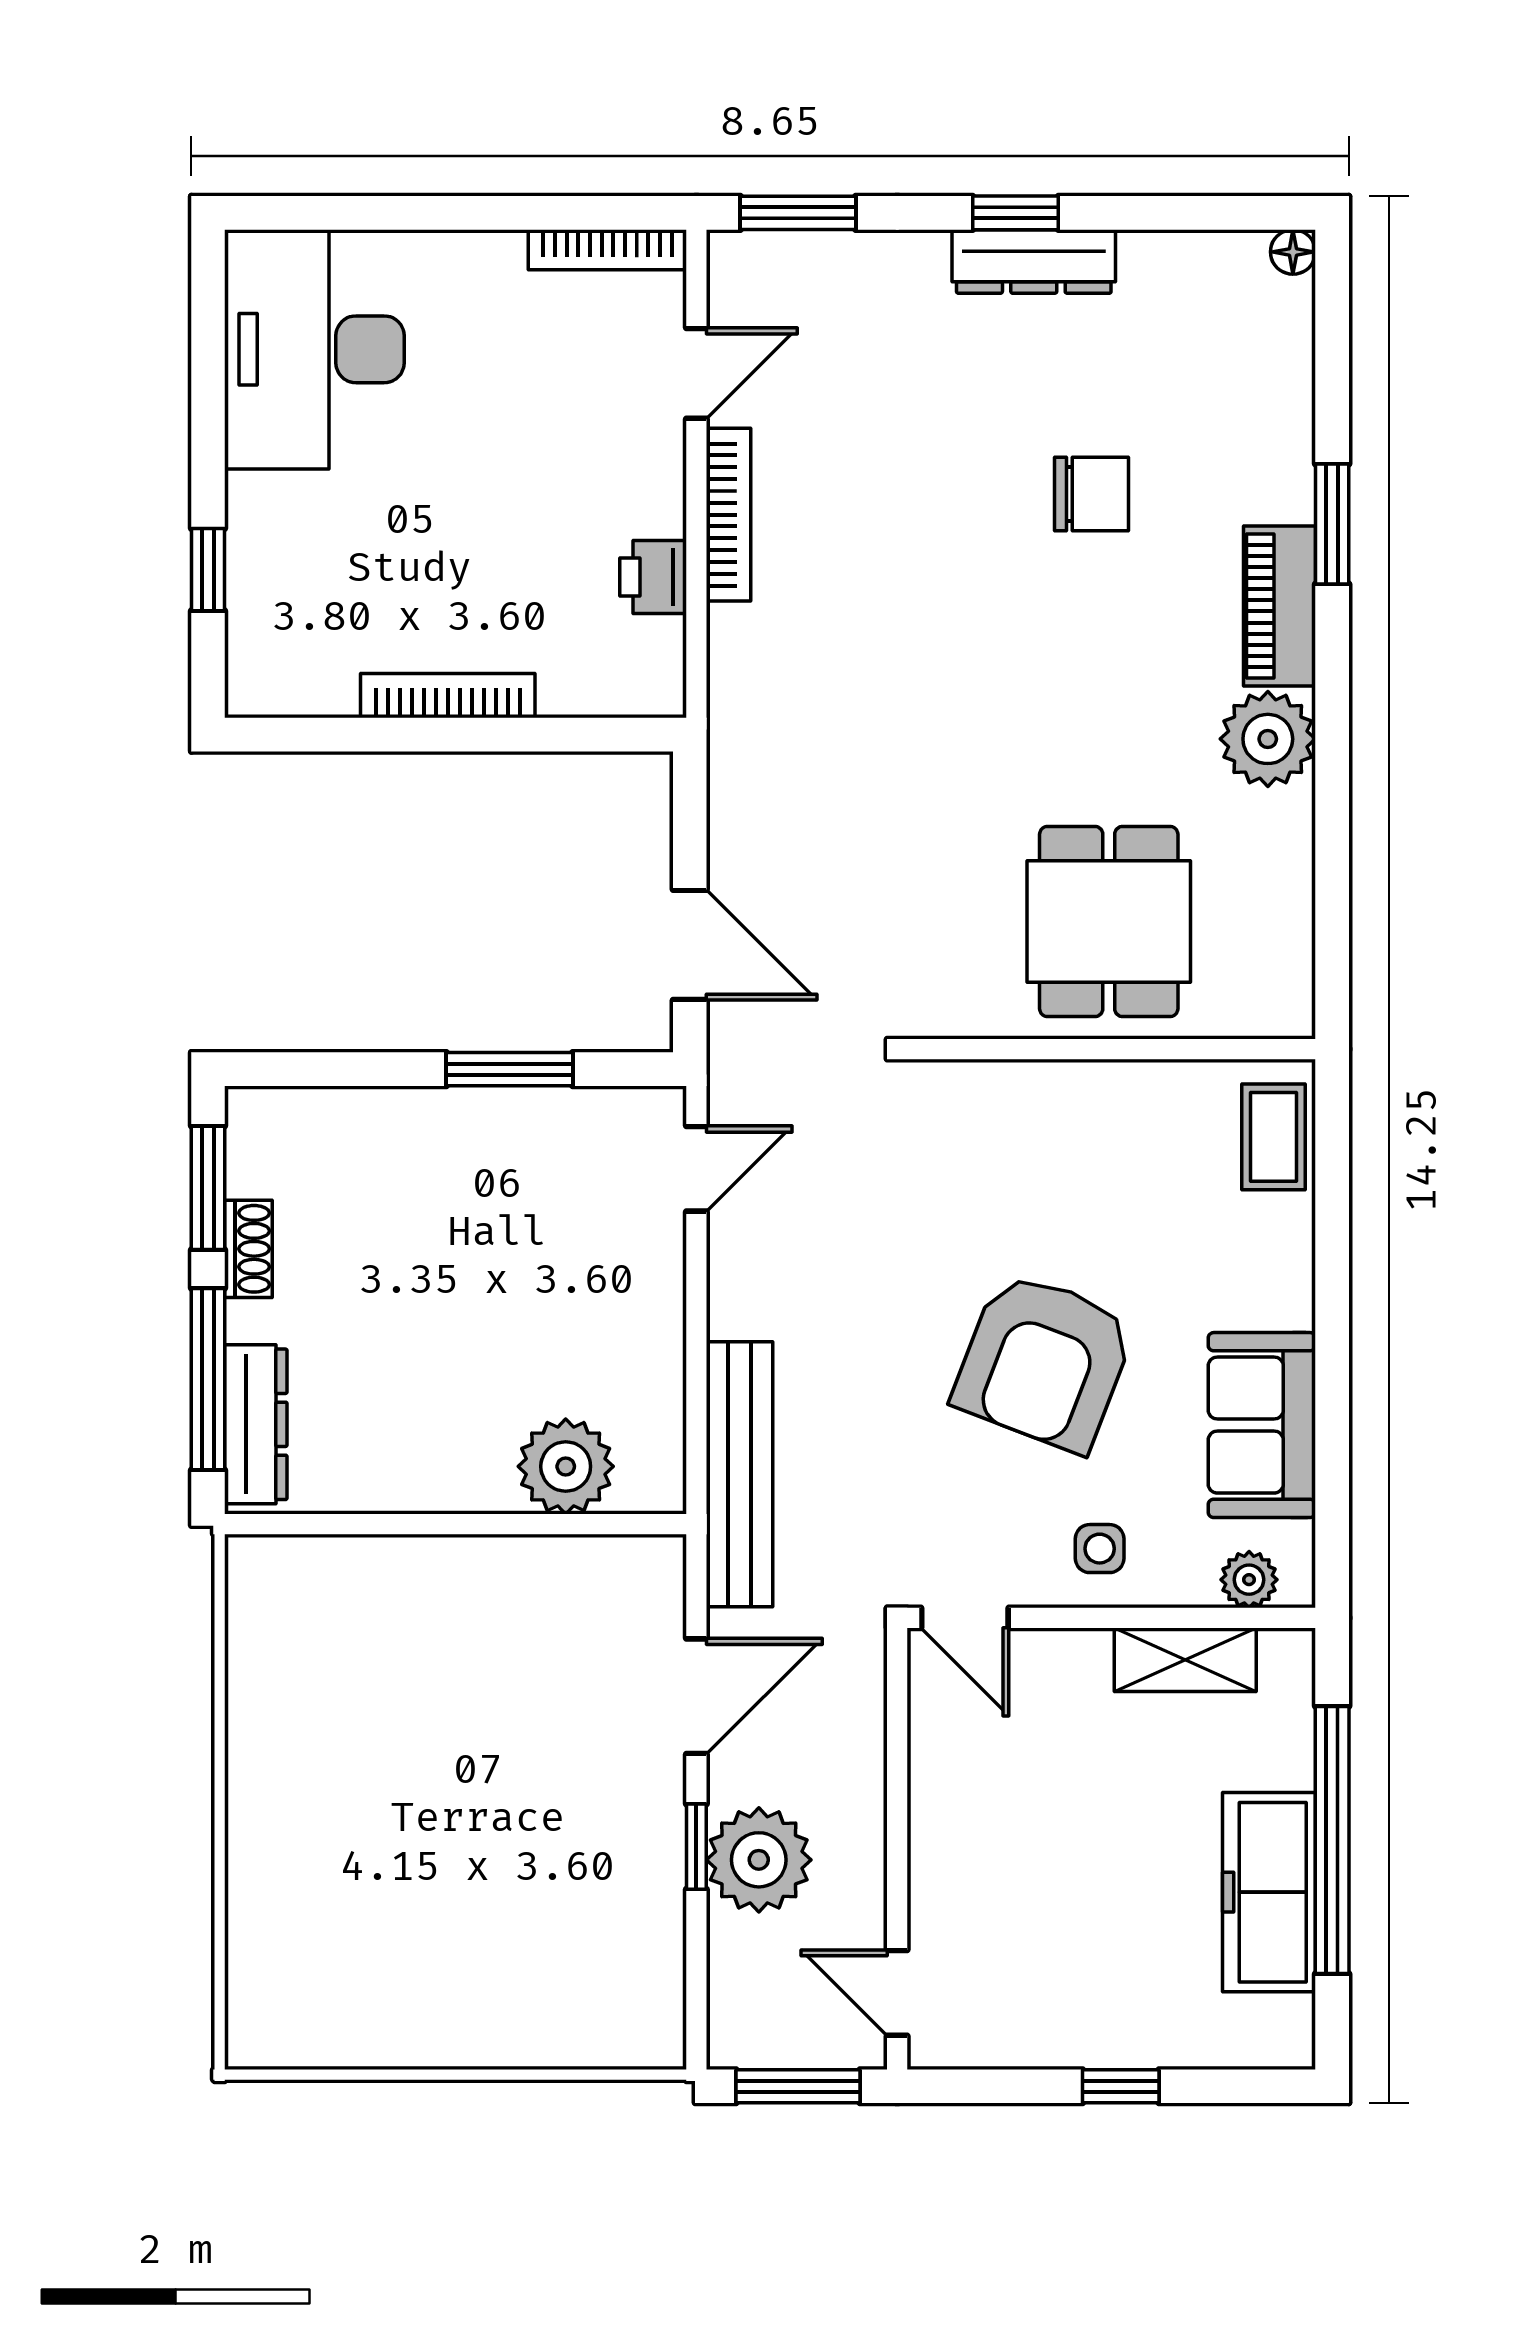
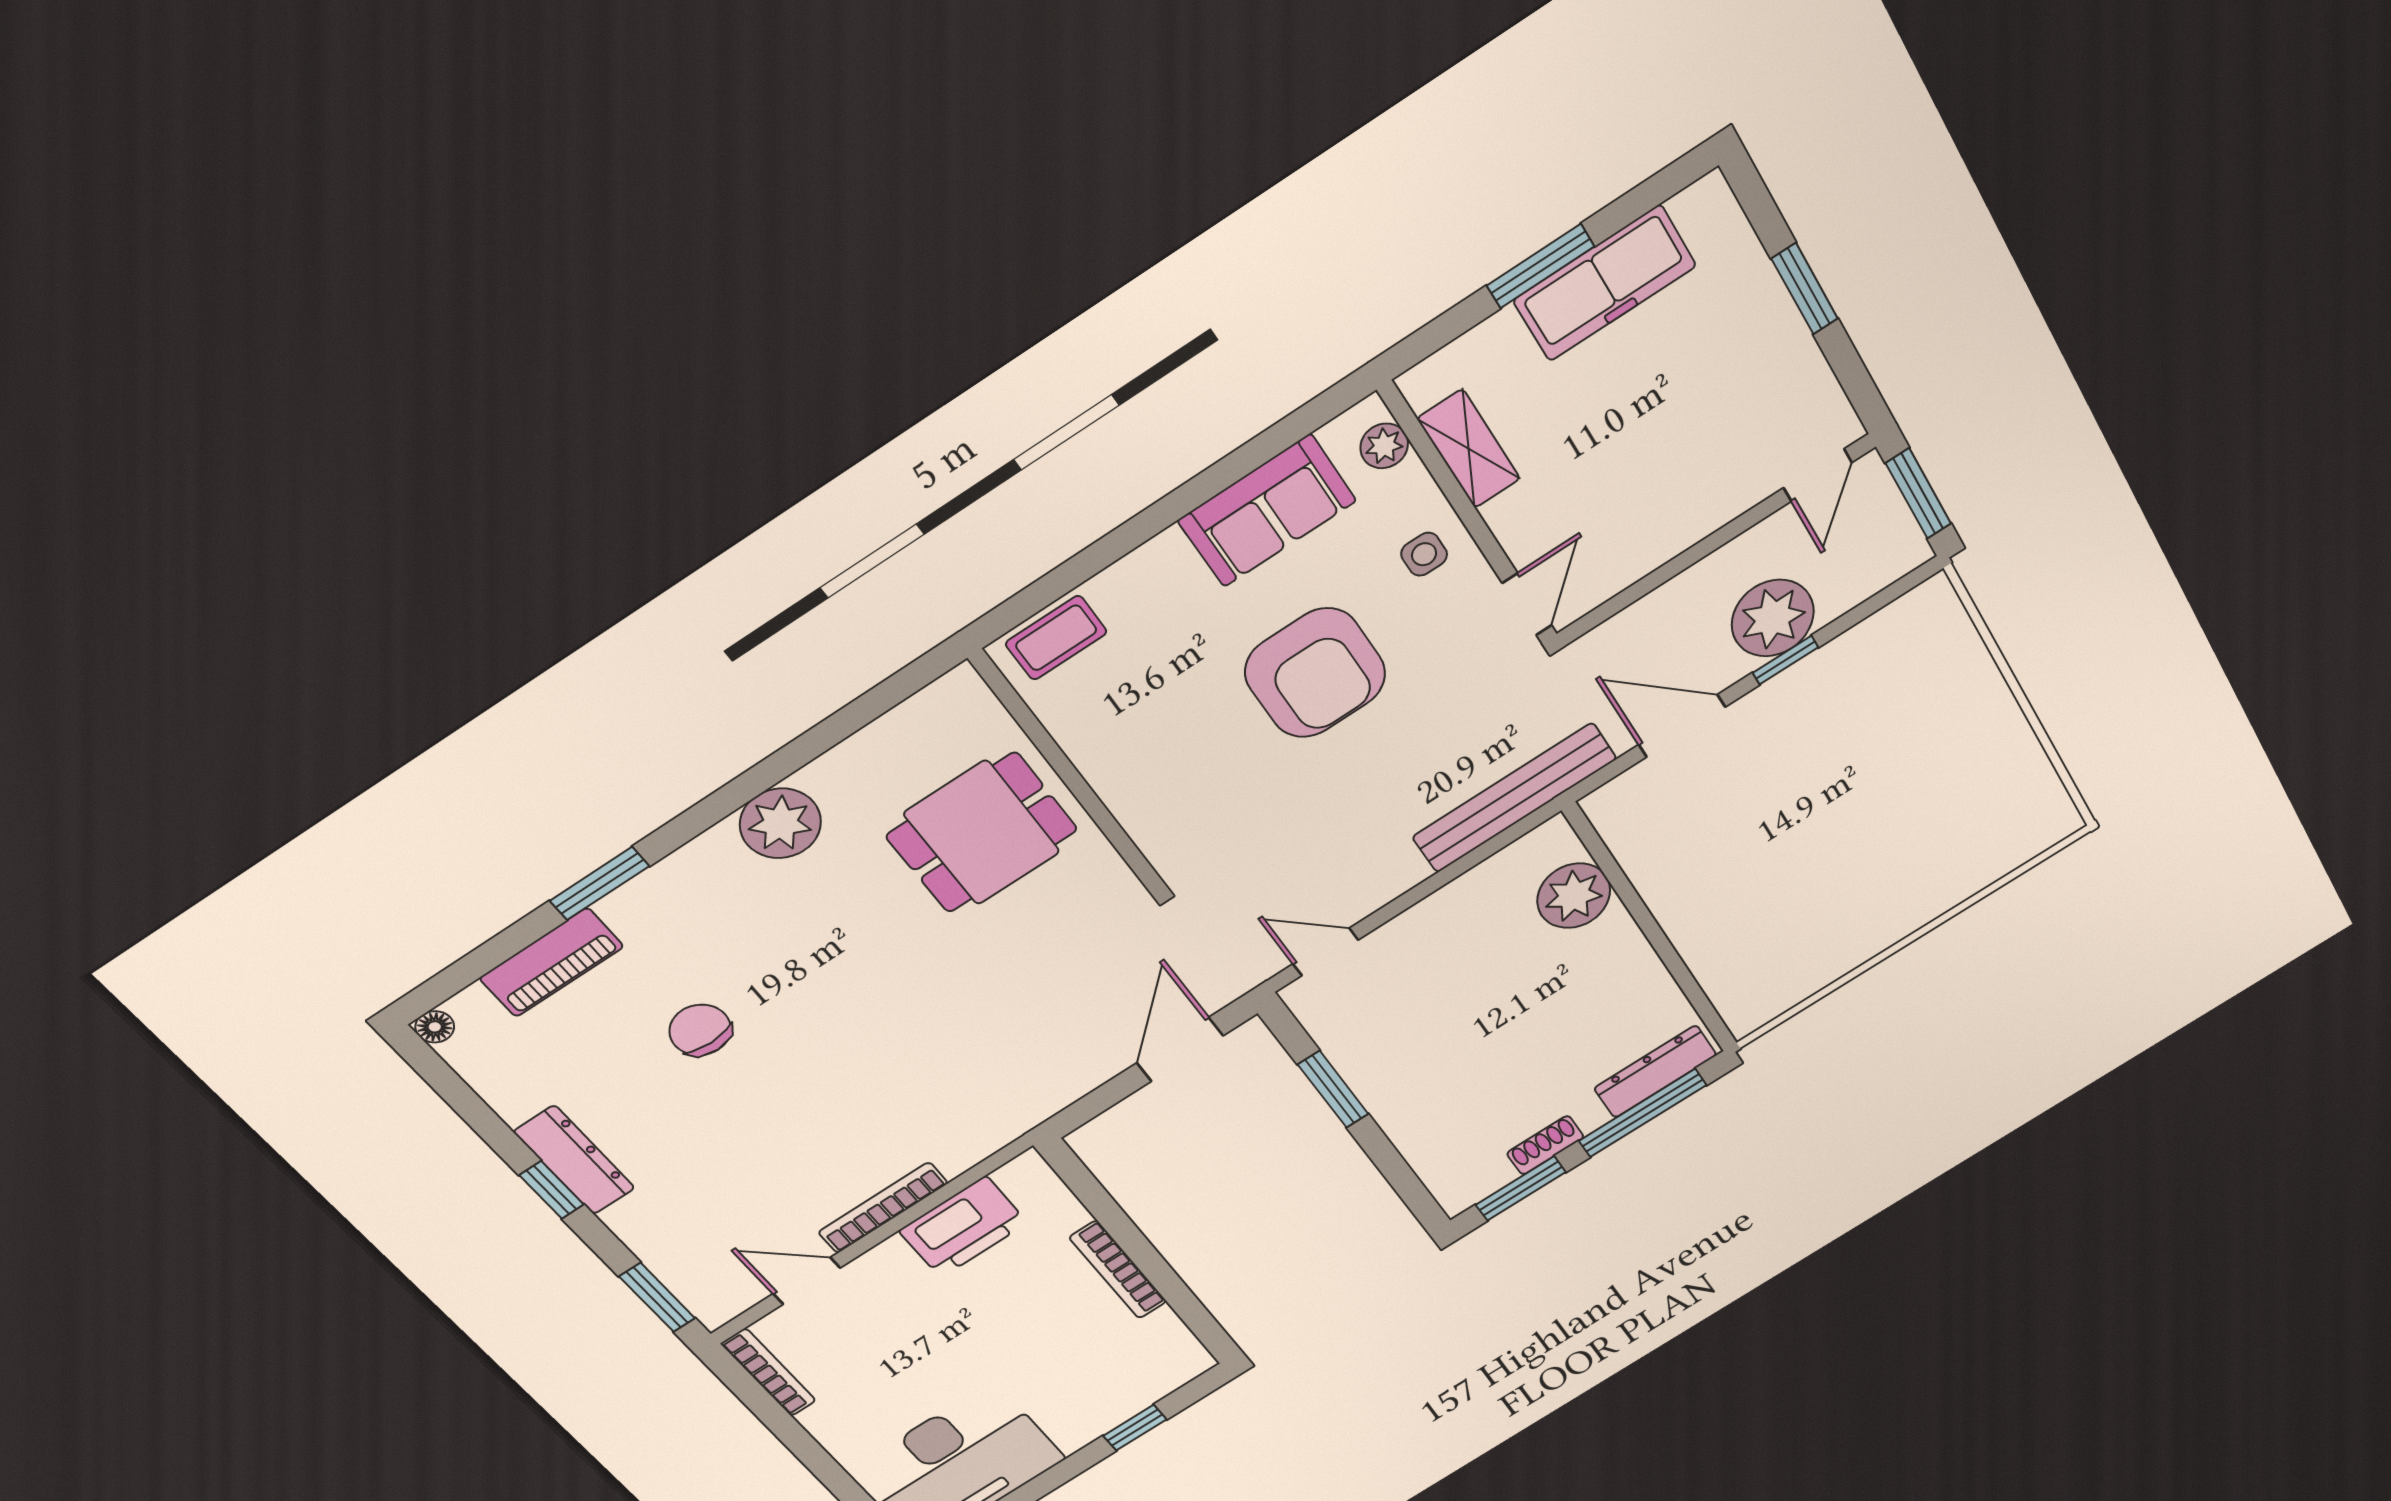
printer: (653, 577) -> (963, 1227), width x1.87, depth x1.48
piano: (1280, 606) -> (552, 962), moved
armchair: (1044, 1362) -> (1315, 673), turned 69
window: (1332, 1840) -> (1541, 266), width x0.47
window: (1121, 2086) -> (1805, 289), width x1.50

